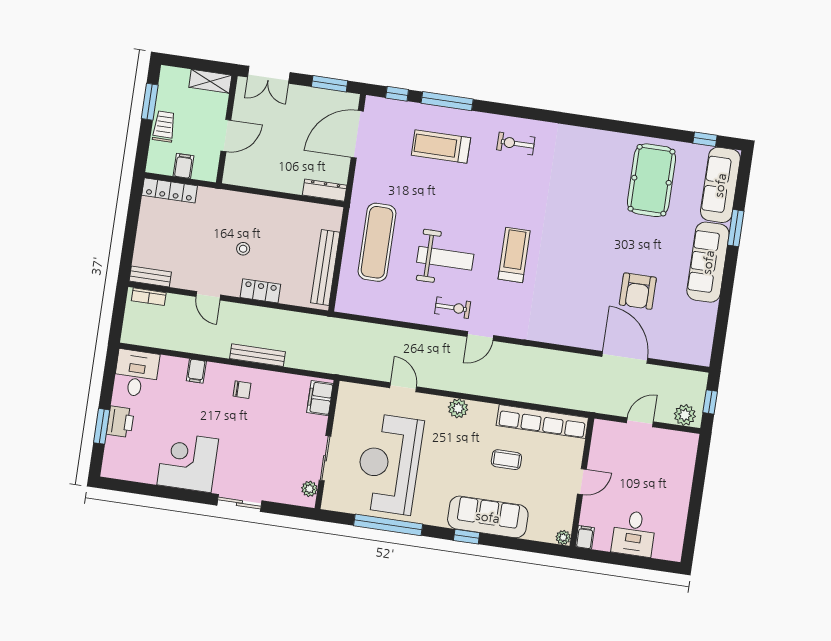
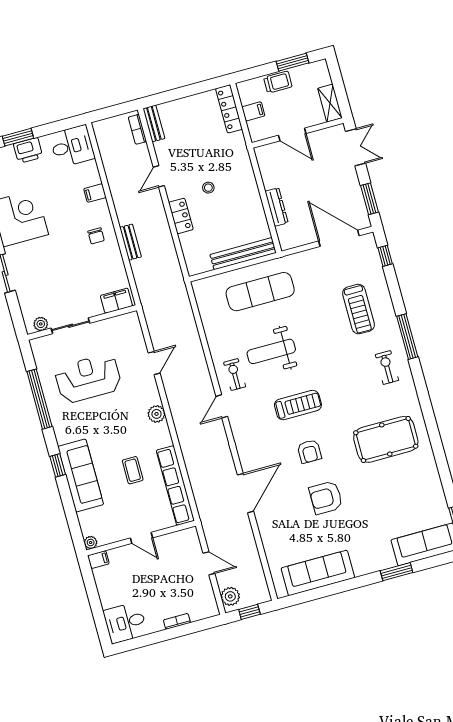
double door: (269, 75) -> (355, 147), swing flipped
window: (447, 101) -> (407, 337), moved
treadmill: (441, 146) -> (358, 309), turned 180
pool table: (651, 180) -> (386, 439), moved
dresser: (325, 190) -> (276, 207), moved
weight bench: (445, 258) -> (271, 351), turned 90
sofa: (708, 262) -> (318, 573), moved
armchair: (568, 264) -> (309, 451), added
bench: (325, 267) -> (243, 254), moved
armchair: (638, 291) -> (326, 498), moved
exercise bike: (453, 308) -> (235, 375), turned 180
door: (480, 336) -> (222, 406), hinge flipped
bench: (258, 355) -> (130, 242), width x0.73
door: (625, 357) -> (245, 493), moved
reception desk: (389, 464) -> (88, 378), width x0.74, depth x0.77
bookcase: (686, 483) -> (177, 621), added
desk: (634, 533) -> (125, 623), moved

